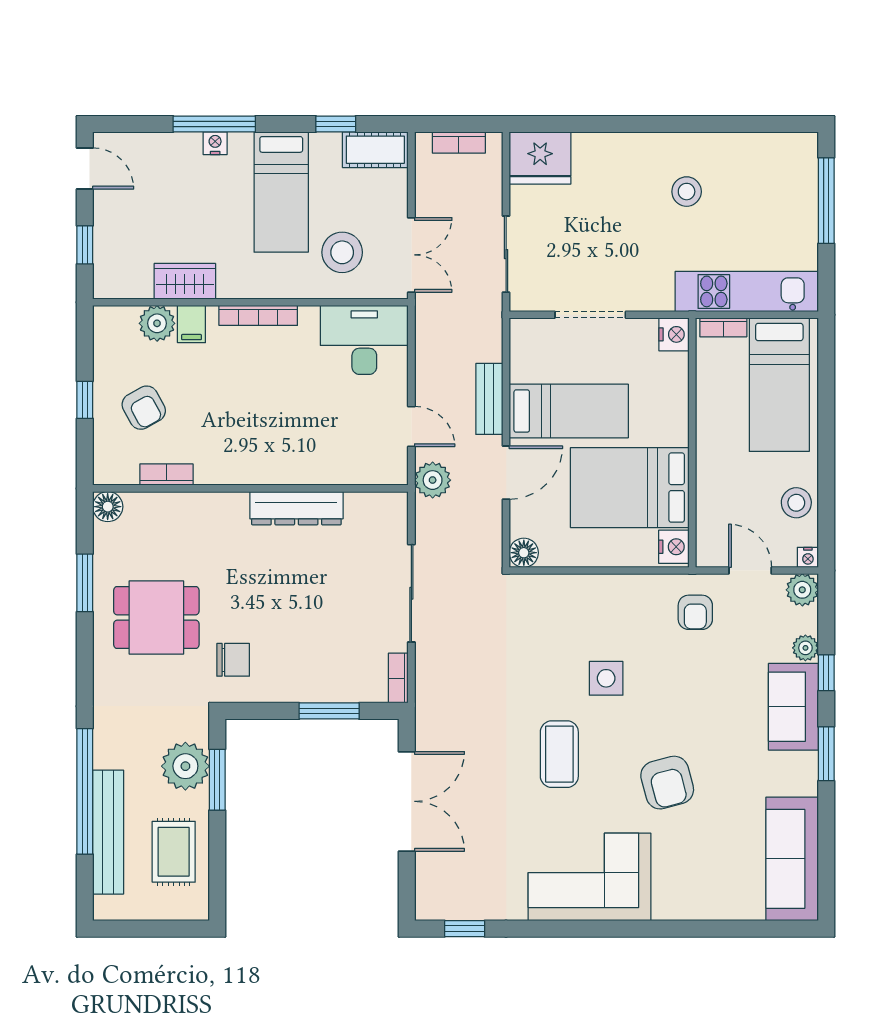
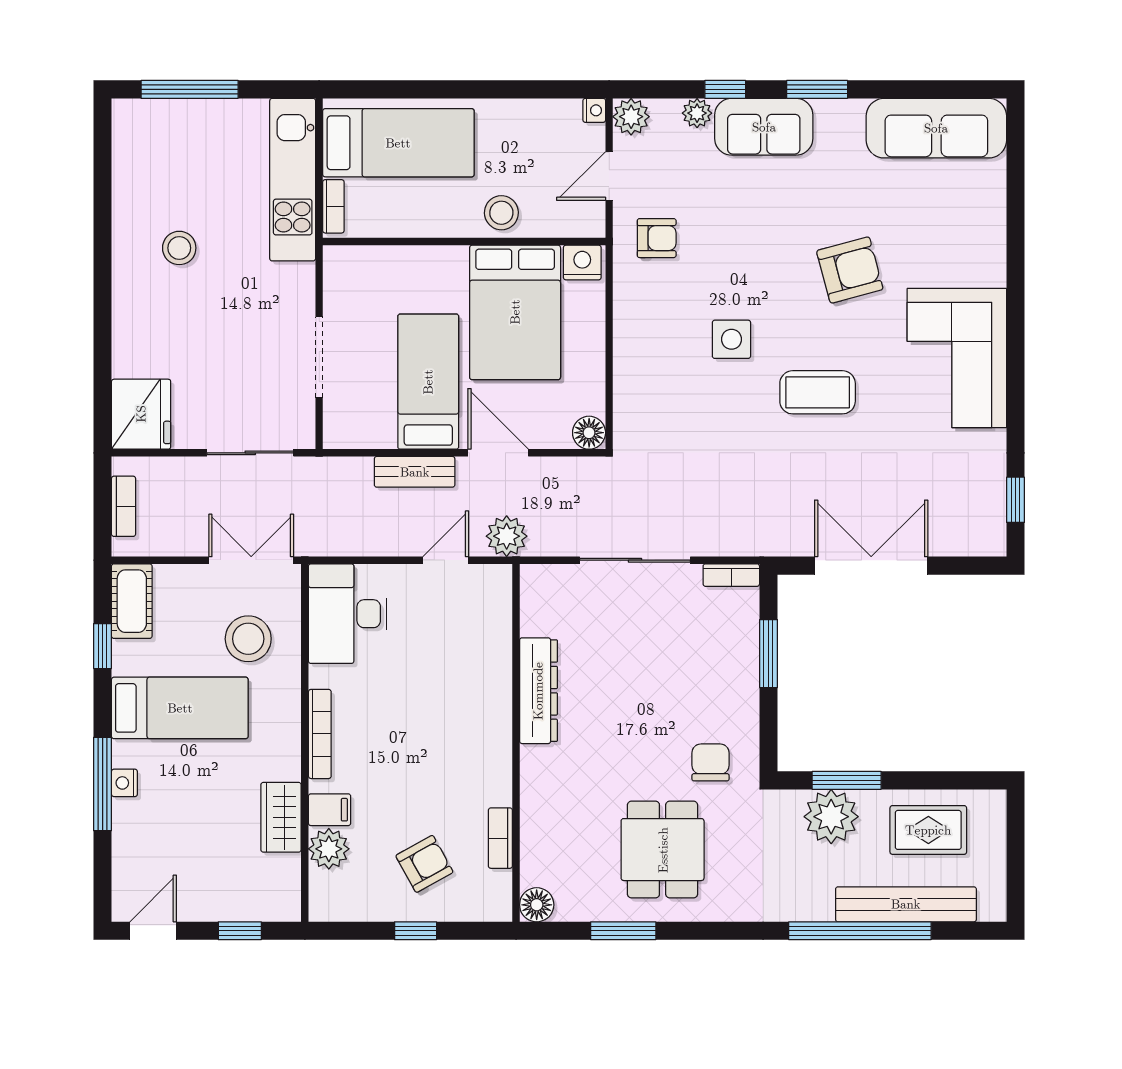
nightstand: (674, 334) -> (341, 262), removed
stool: (796, 503) -> (501, 213), moved

